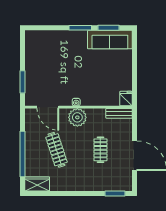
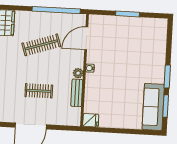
window: (22, 82) -> (127, 14), moved
bench: (119, 113) -> (77, 93), moved
plant: (77, 117) -> (78, 73), width x0.53, depth x0.53
window: (22, 154) -> (56, 10), moved

